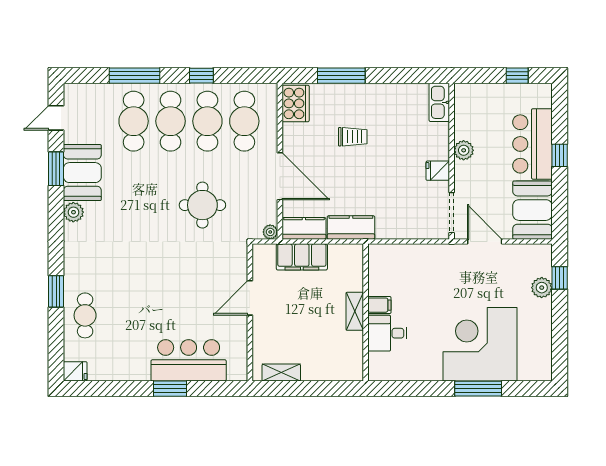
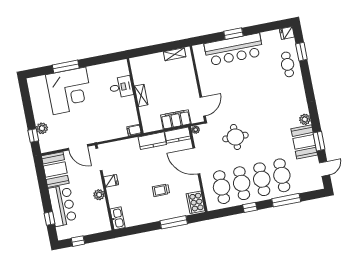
window: (560, 155) -> (50, 218), moved
window: (56, 291) -> (301, 52), moved
door: (250, 298) -> (203, 107), moved
filing cabinet: (379, 305) -> (134, 130), moved
bar counter: (189, 360) -> (234, 50), width x1.36

